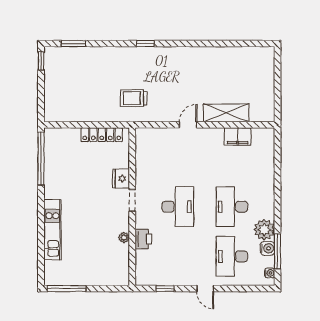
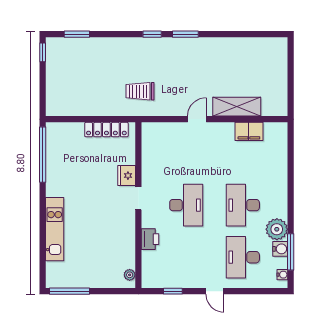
window: (177, 44) -> (185, 34), added
plant: (124, 237) -> (130, 275), moved

